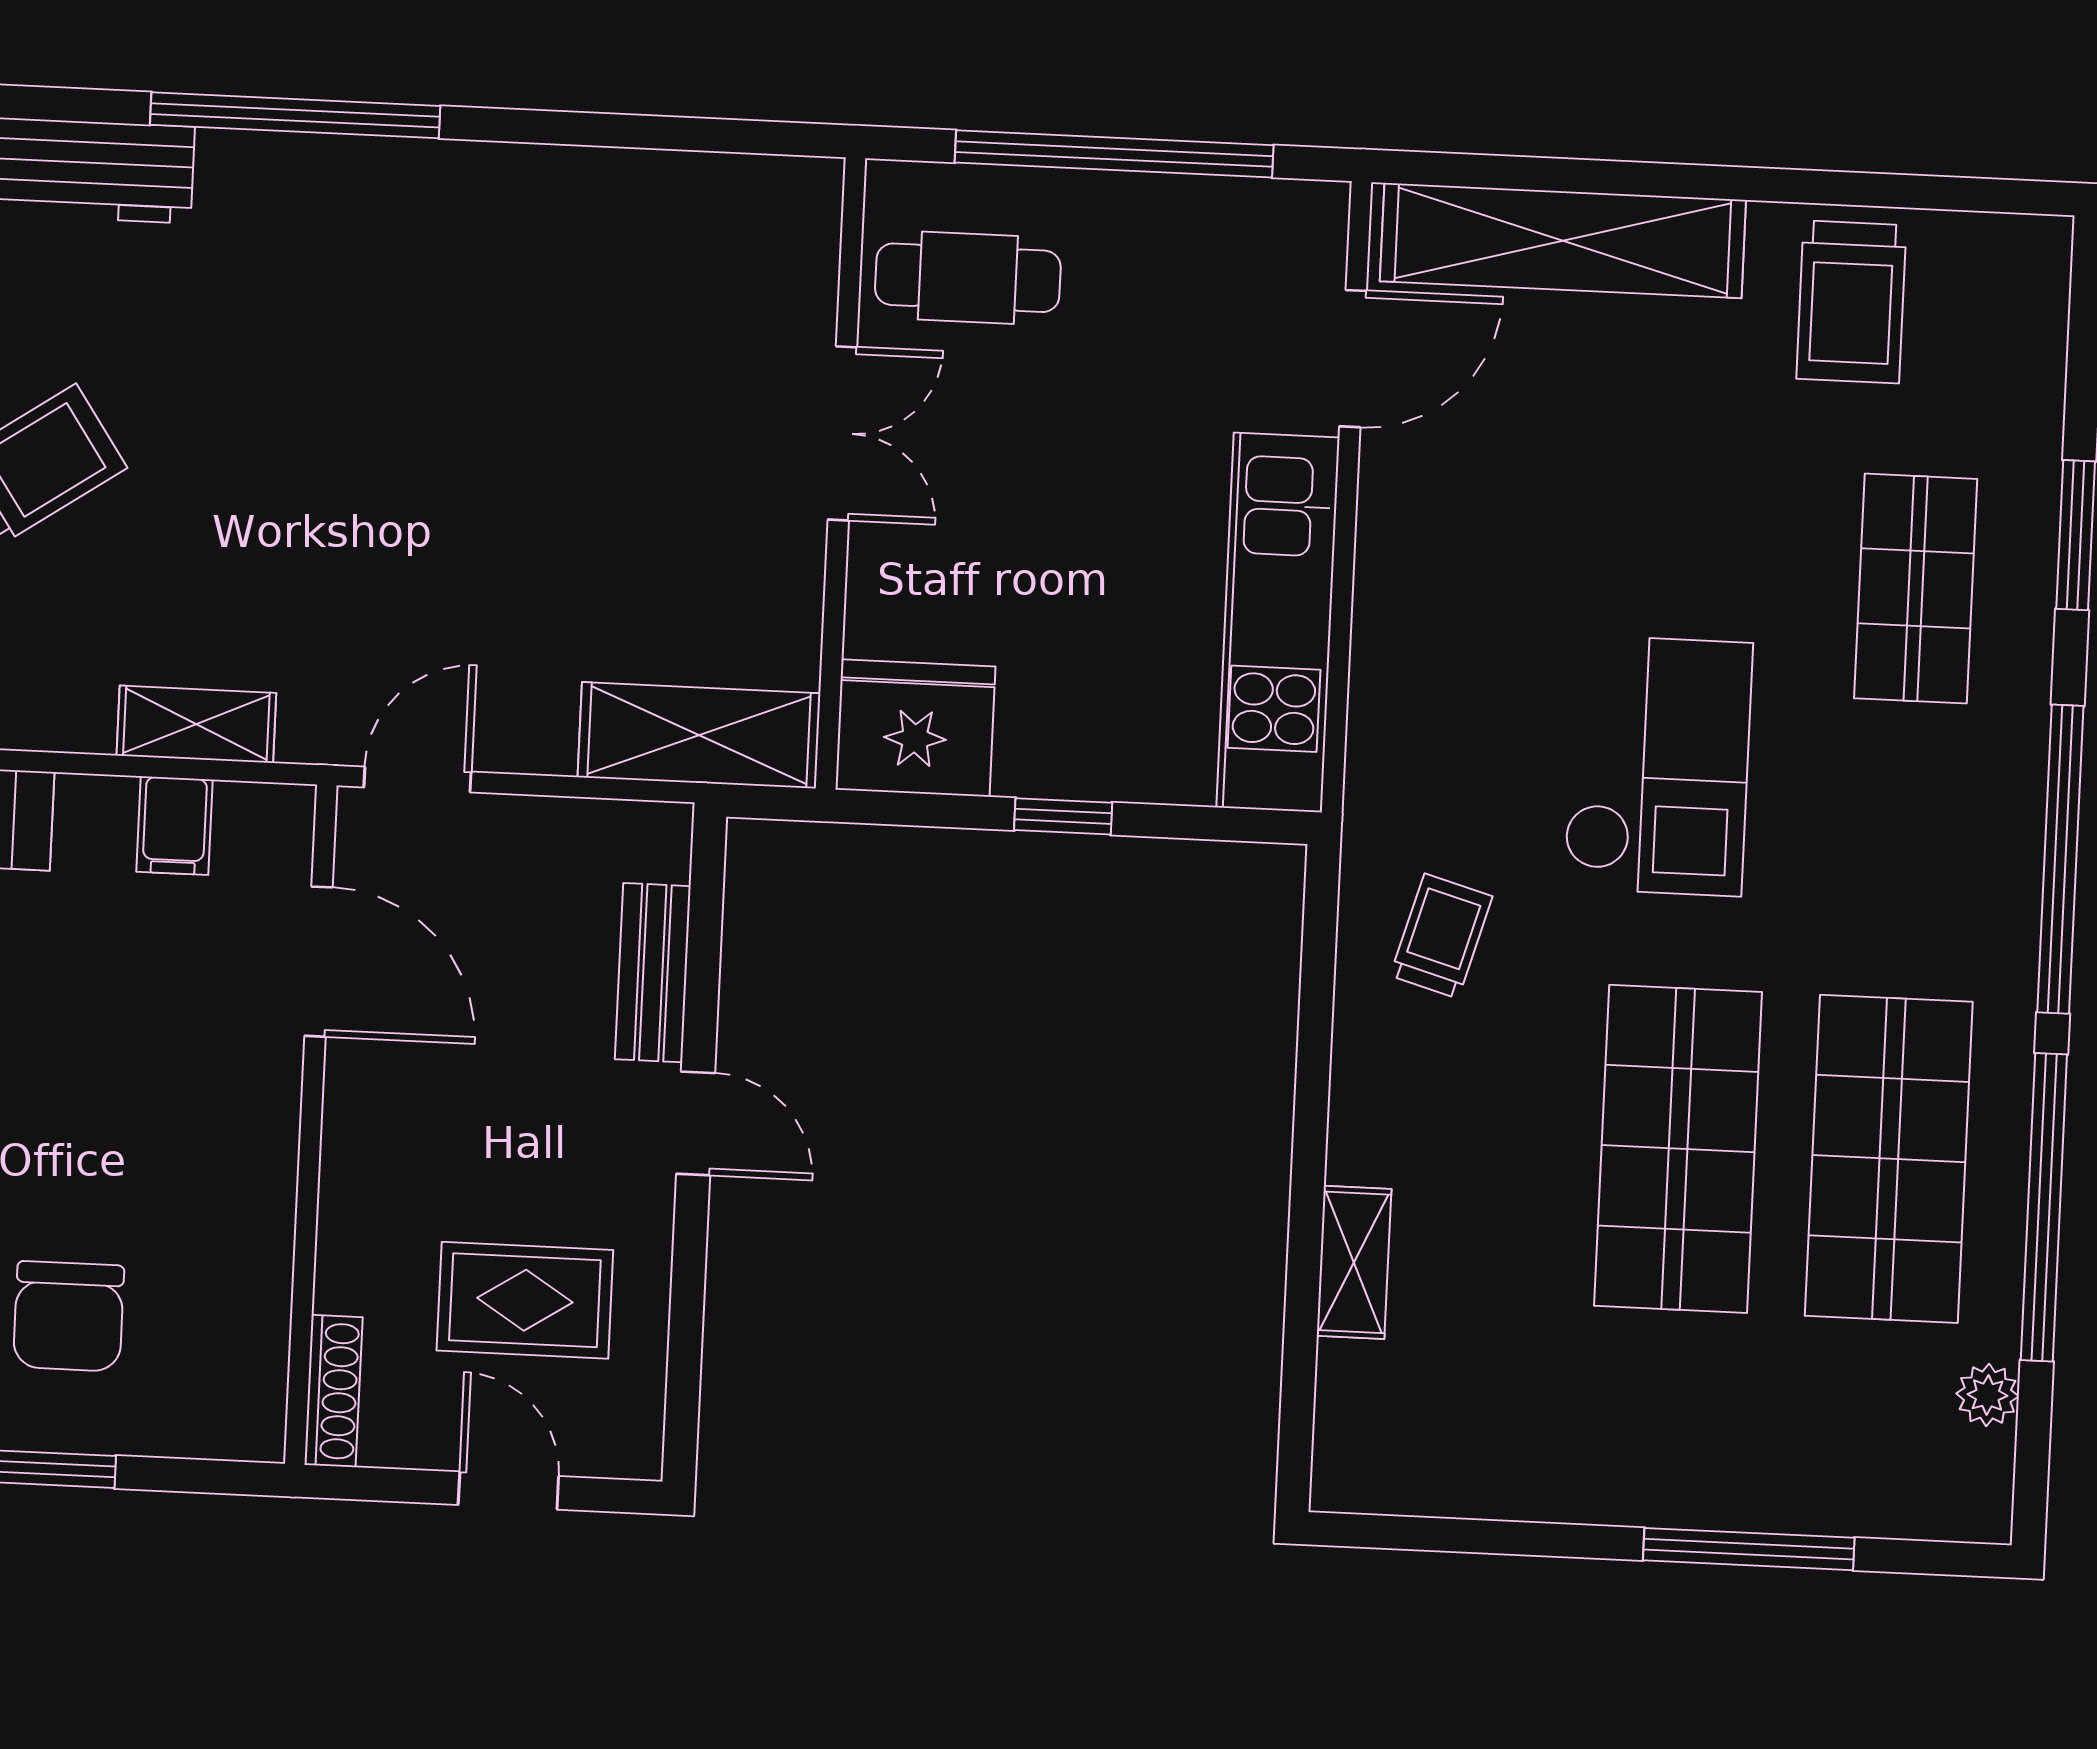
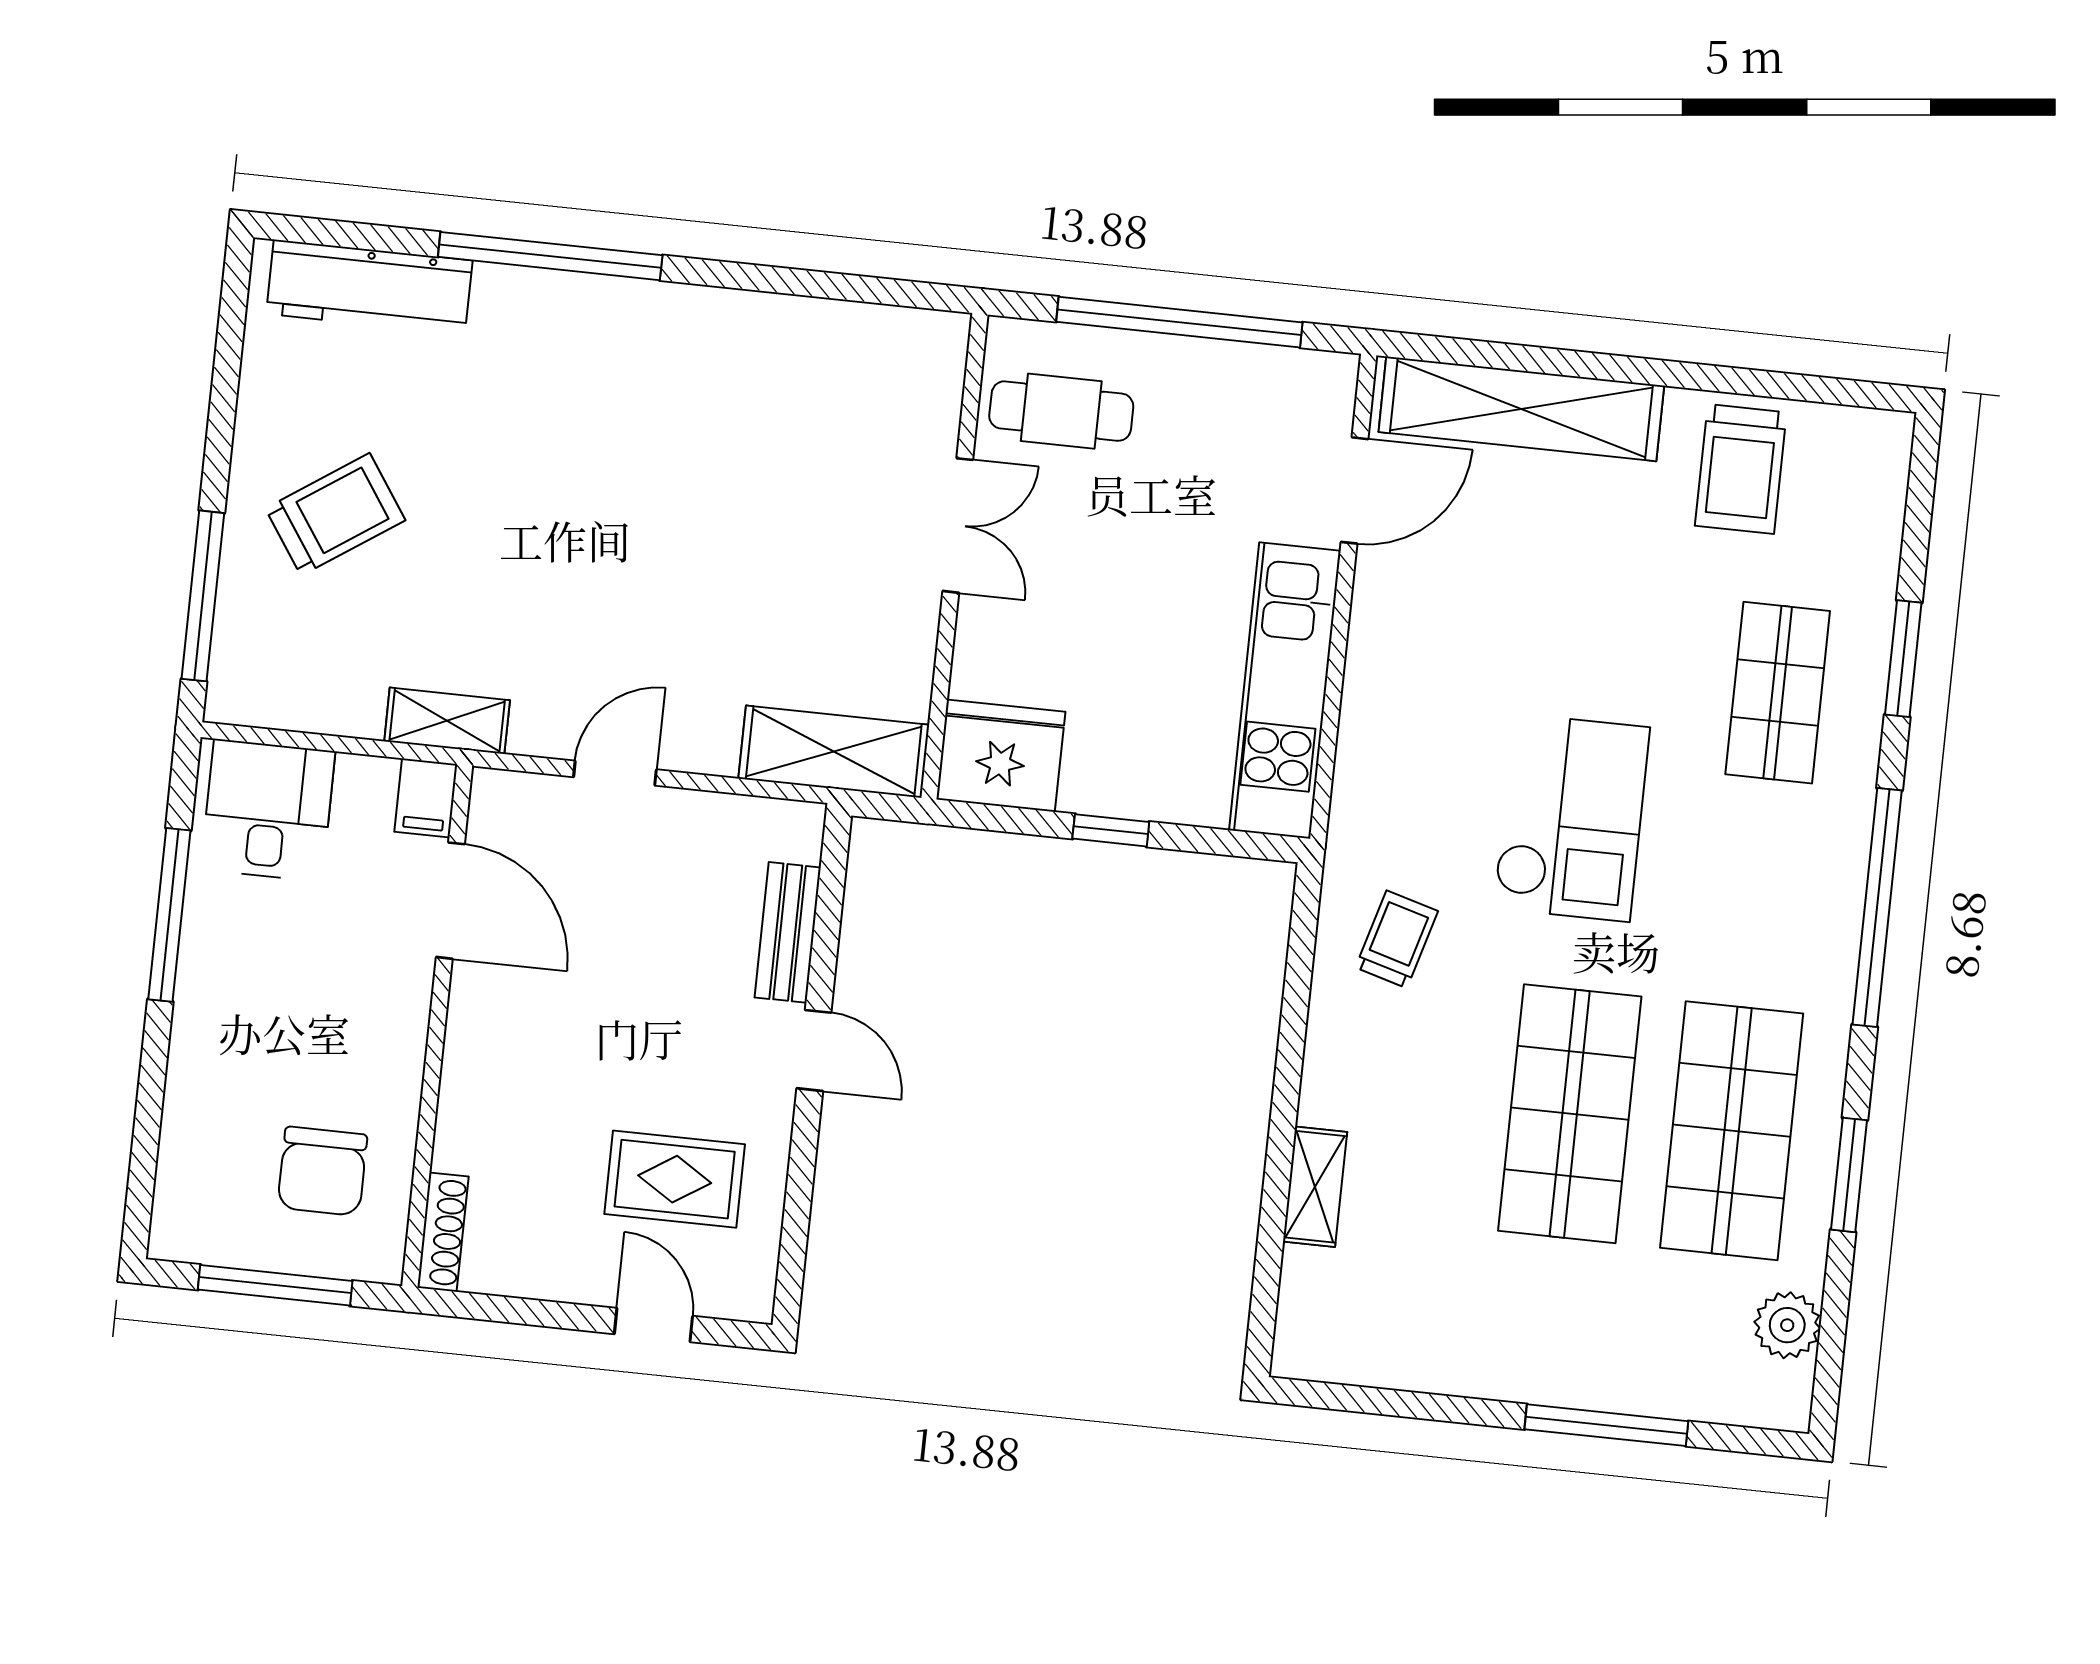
door: (318, 962) -> (450, 901), moved
wall: (311, 1125) -> (437, 1026), moved
window: (2044, 1207) -> (1849, 1175), width x0.47
shoe rack: (333, 1391) -> (443, 1232), moved
plant: (1988, 1395) -> (1787, 1325), width x1.38, depth x1.38

